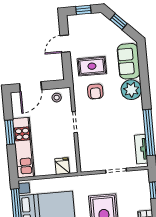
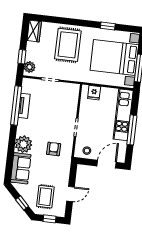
rug: (92, 66) -> (45, 197), moved, turned 90
window: (10, 132) -> (132, 130), width x1.44
tv unit: (141, 149) -> (24, 106), moved
plant: (143, 180) -> (30, 67), added

